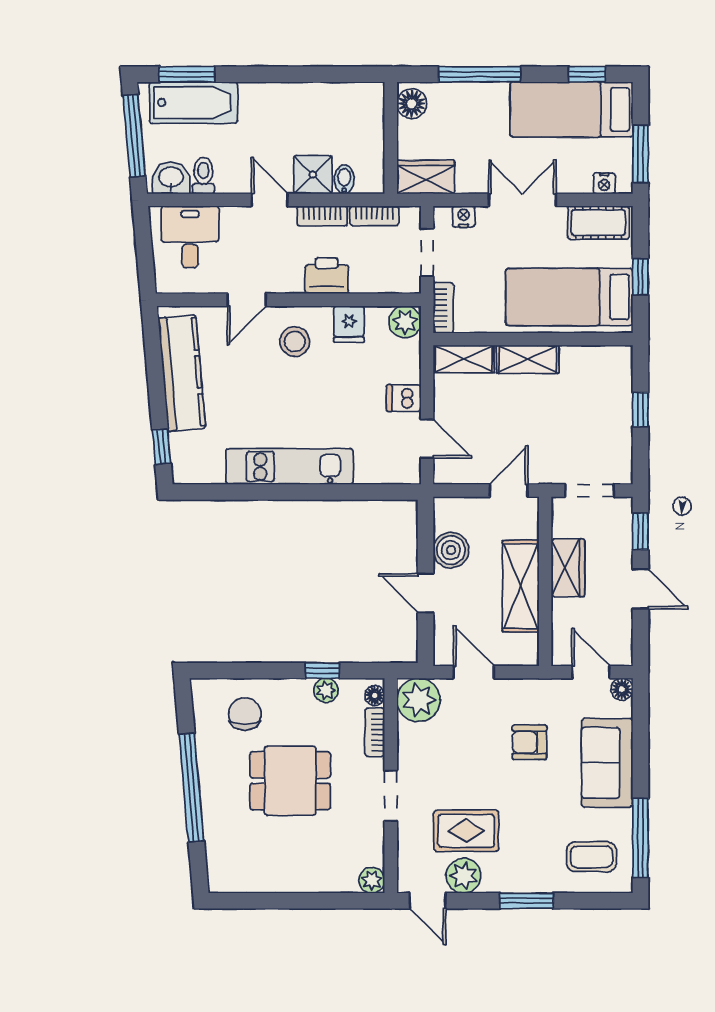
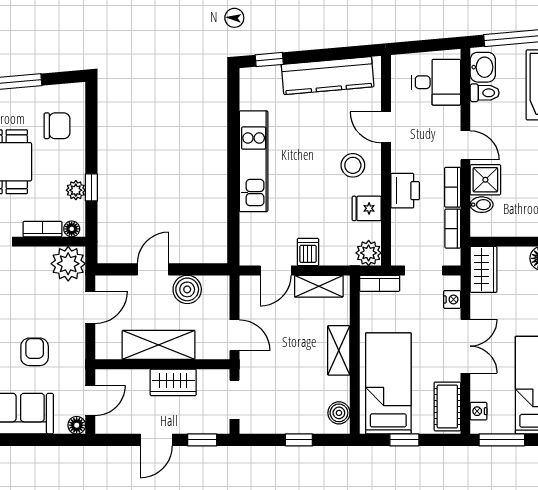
door: (270, 200) -> (465, 145), hinge flipped
shelving: (464, 359) -> (319, 286), moved, turned 90
boiler: (606, 359) -> (339, 413), added

